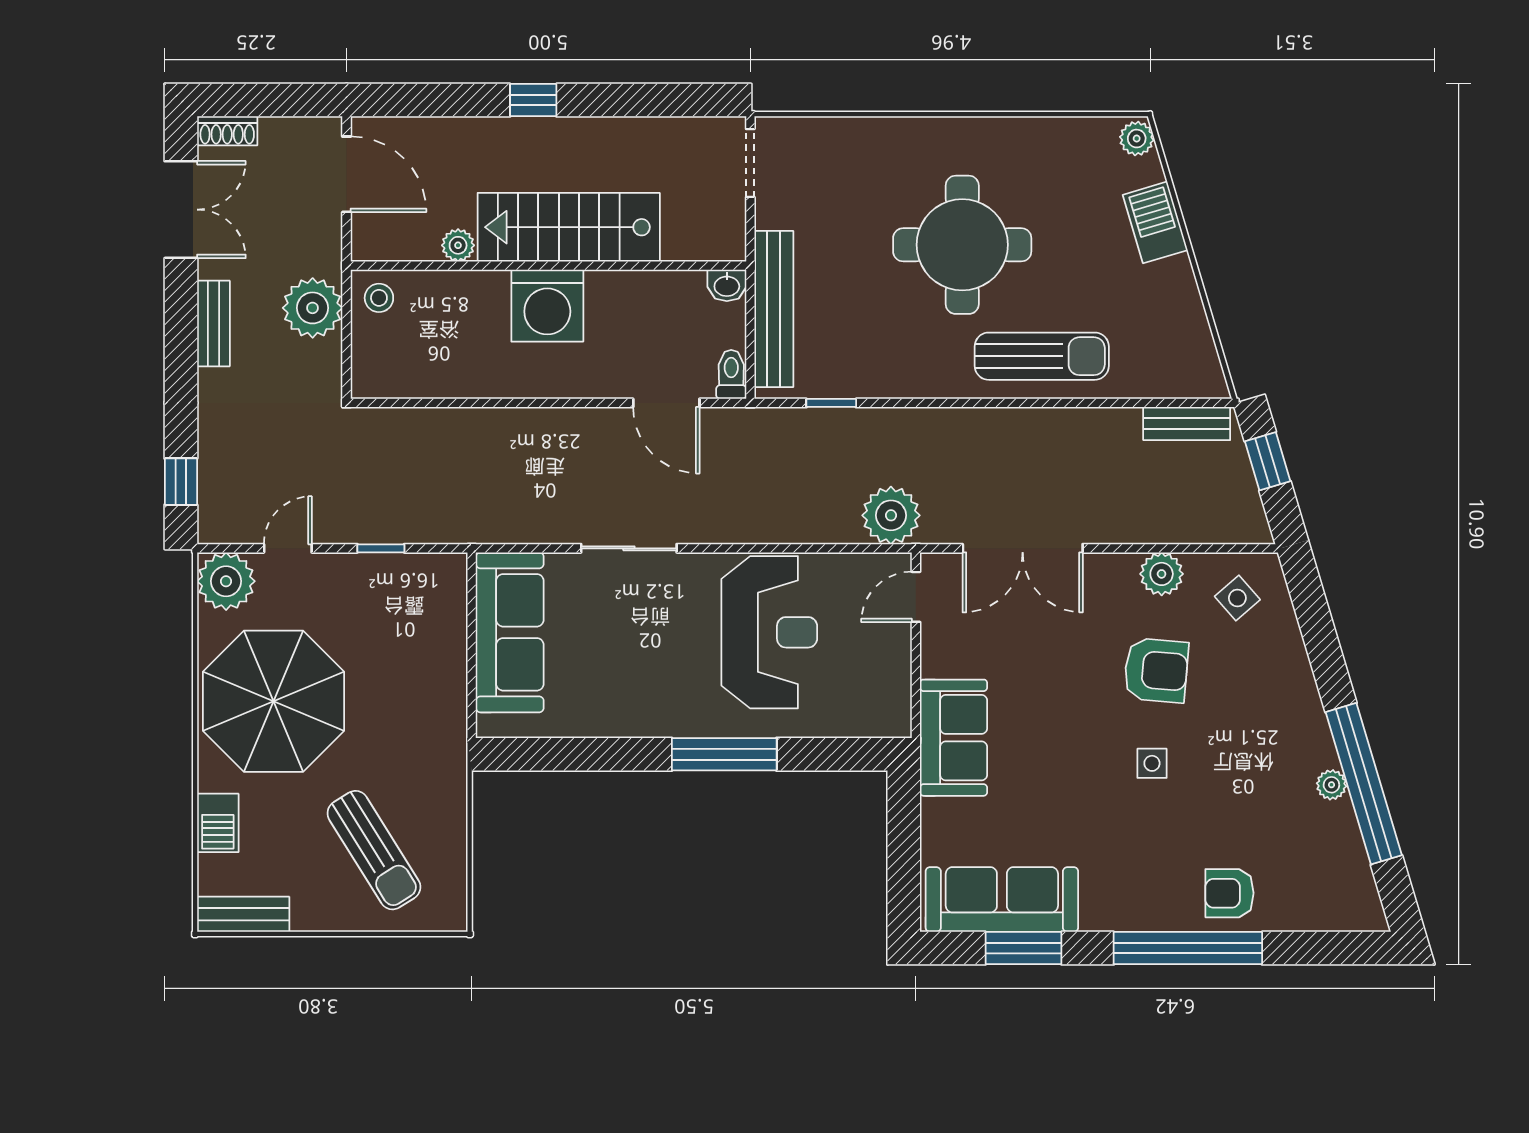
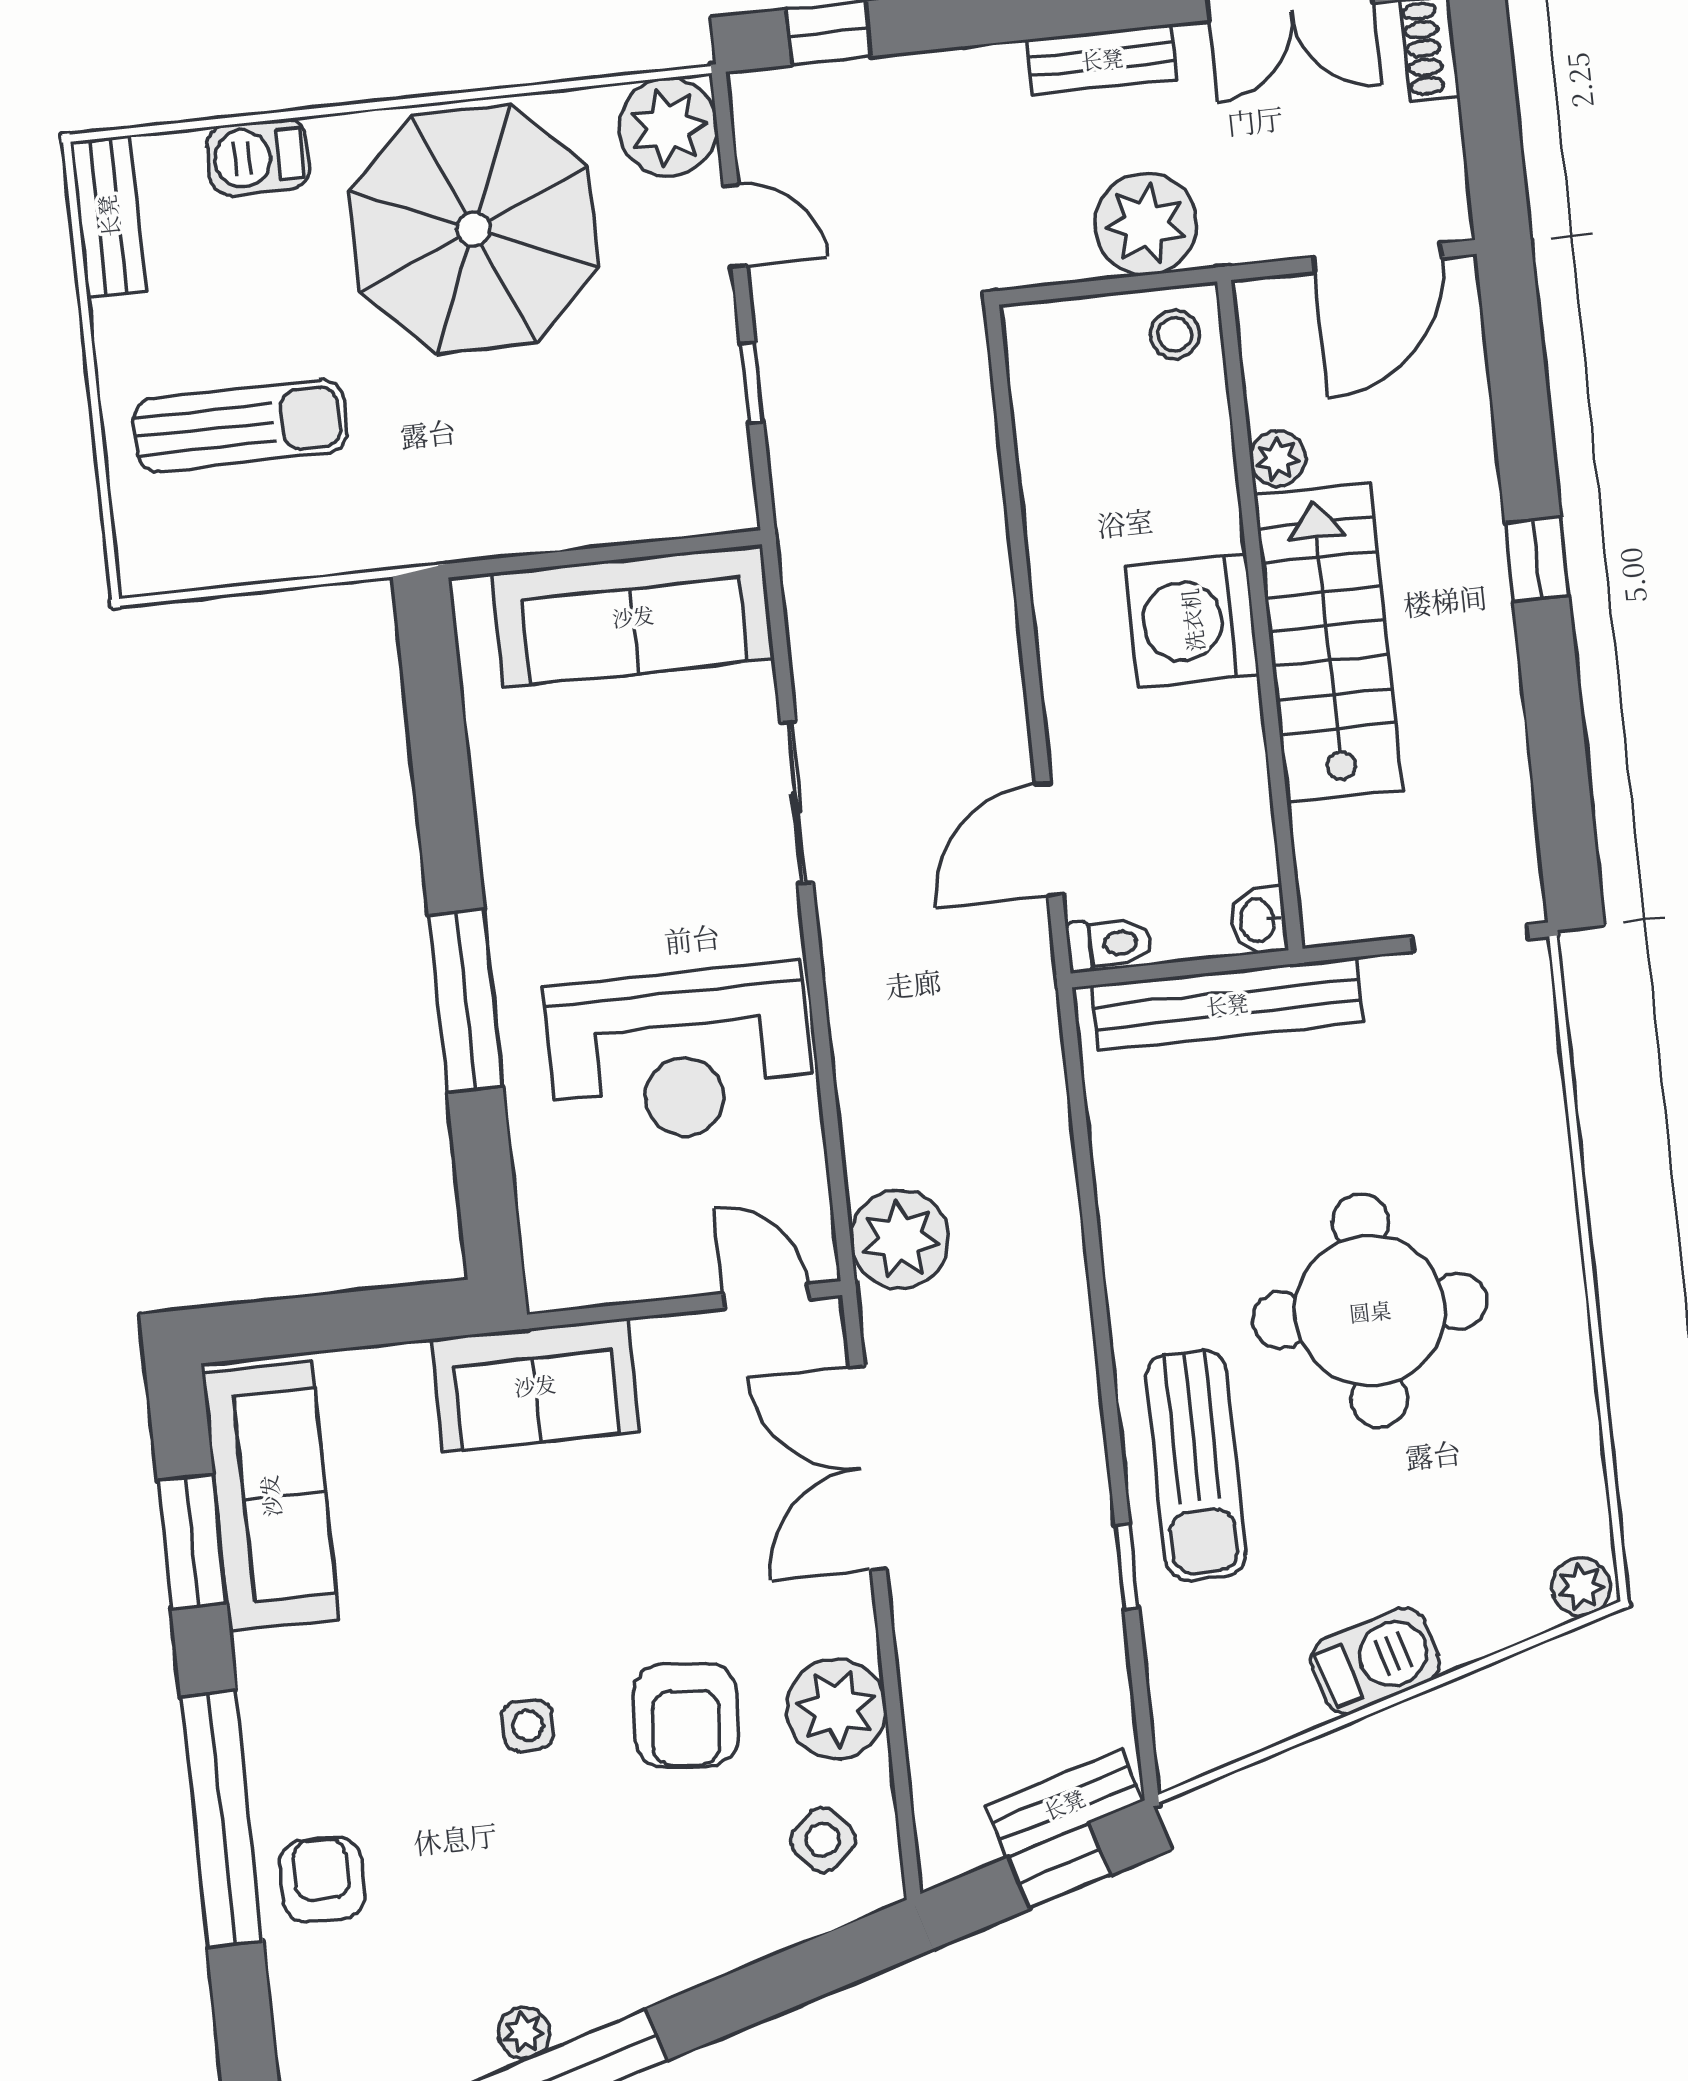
barbecue: (1155, 222) -> (1375, 1661), moved
window: (831, 403) -> (1127, 1567), moved
bench: (1187, 424) -> (1064, 1804), moved, turned 73
plant: (1162, 574) -> (836, 1709), width x1.36, depth x1.36
sun lounger: (374, 850) -> (240, 426), turned -148

